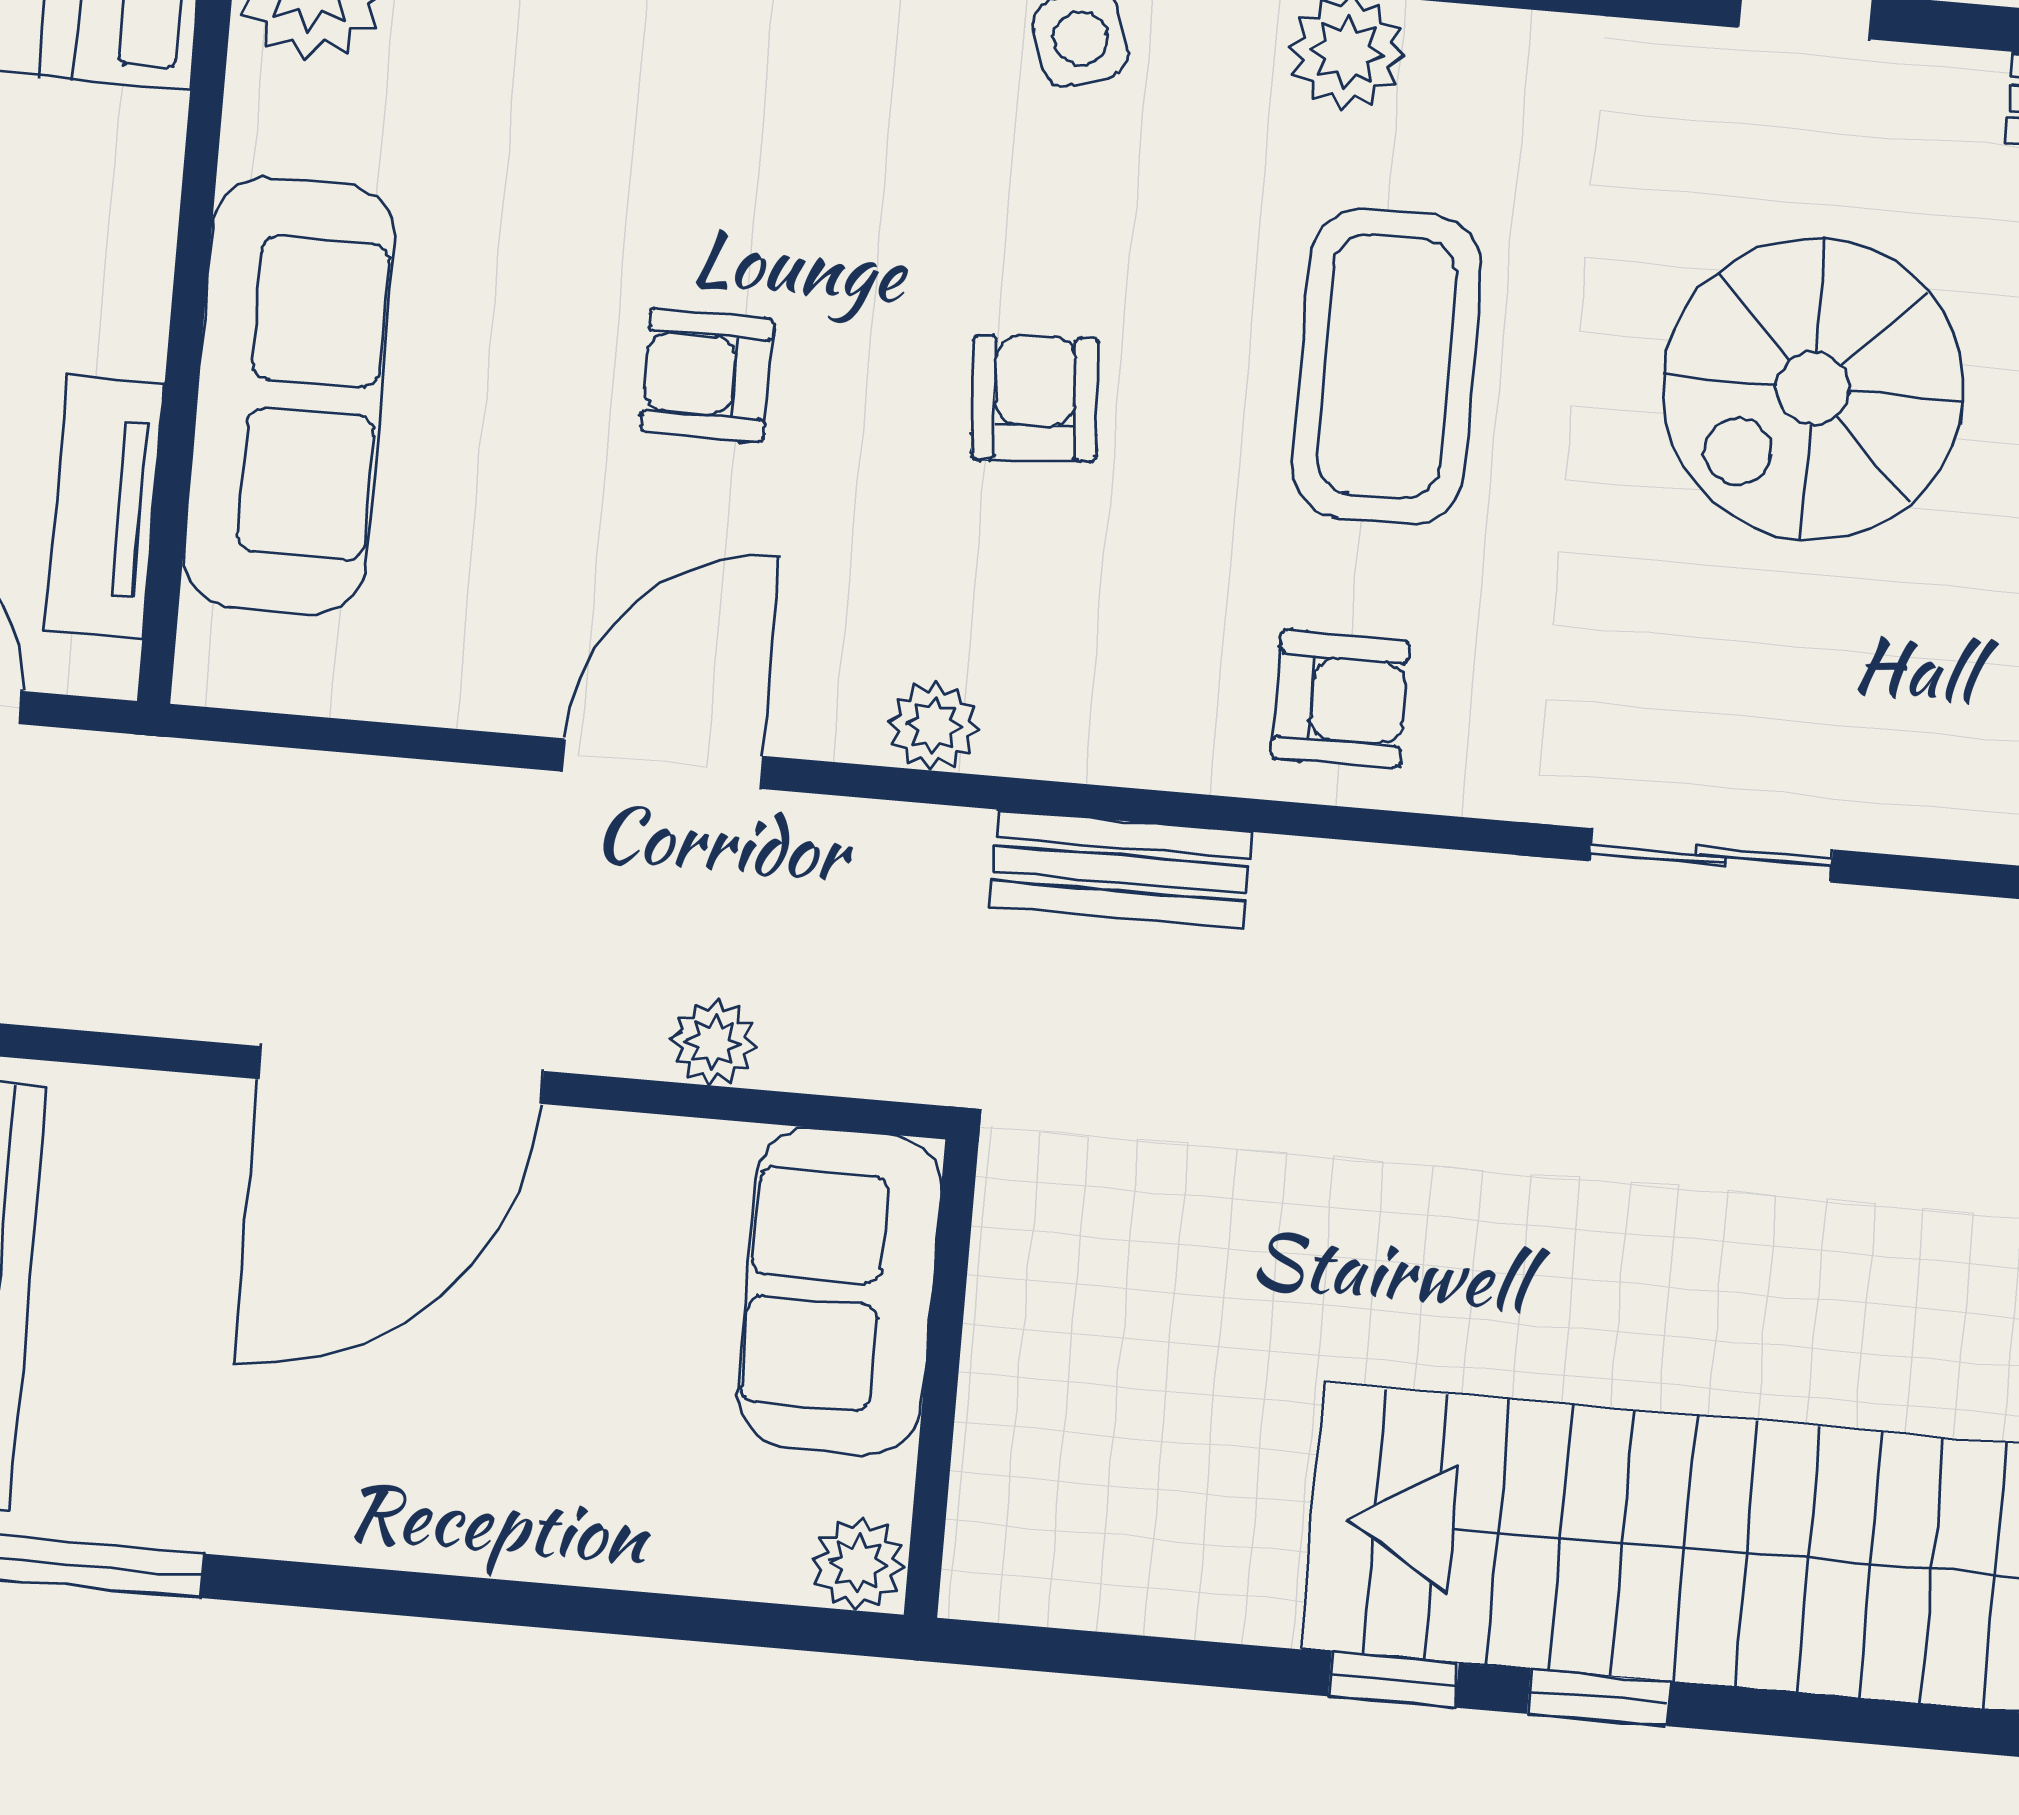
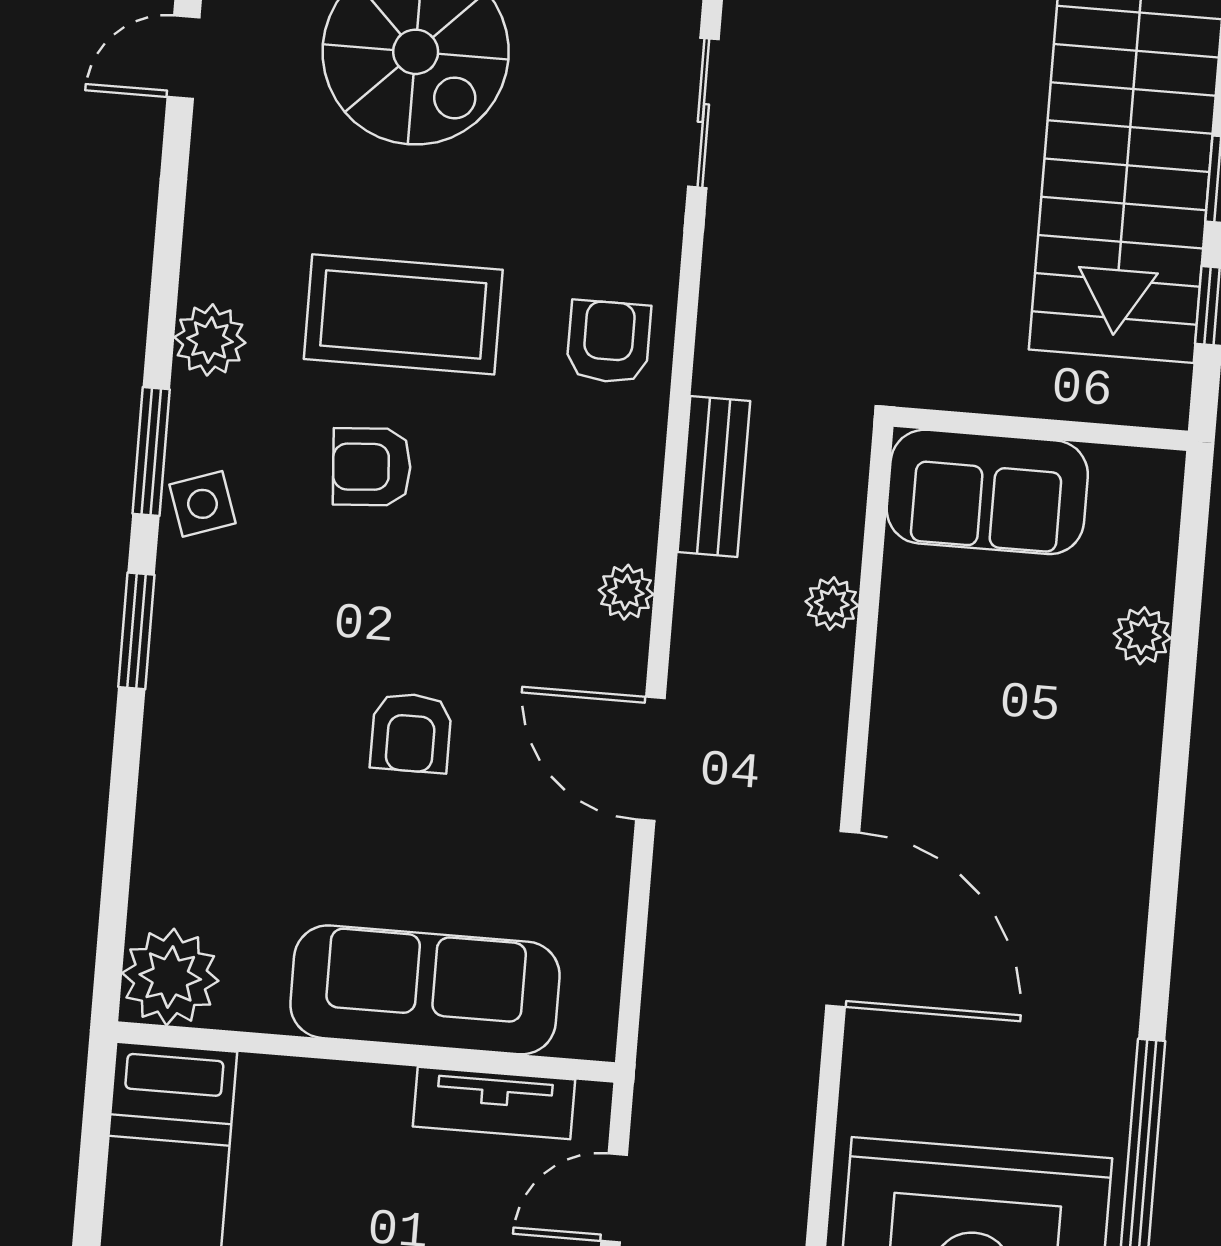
armchair: (1035, 398) -> (372, 467), moved
plant: (713, 1042) -> (832, 604), moved
sofa: (839, 1291) -> (987, 492), moved
wall: (941, 1379) -> (1041, 429), moved

